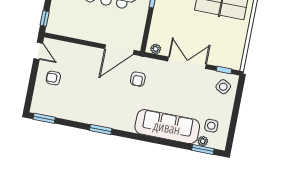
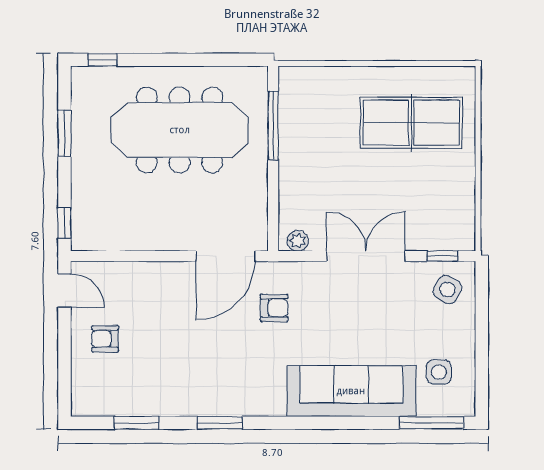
armchair: (138, 79) -> (274, 308), turned -90
window: (44, 118) -> (136, 423), moved
plant: (203, 141) -> (428, 406), removed
window: (203, 149) -> (431, 423), width x1.44

